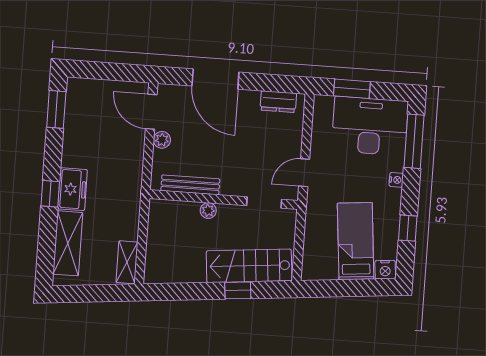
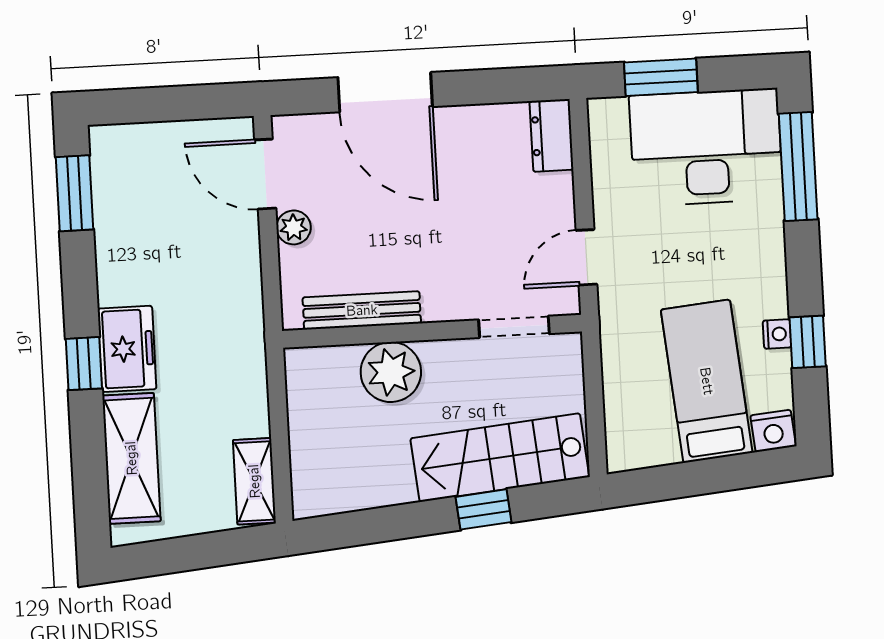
dresser: (278, 102) -> (551, 135), moved, turned 90
nightstand: (396, 180) -> (777, 334), moved
plant: (208, 211) -> (391, 372), width x1.88, depth x1.88

